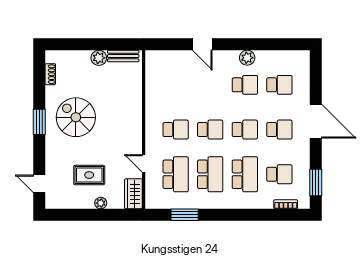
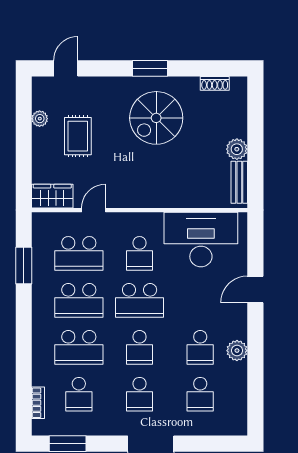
desk: (165, 84) -> (201, 240), added
spiral stairs: (76, 117) -> (156, 118), turned 180
school desk: (210, 130) -> (140, 300), width x1.85
plant: (101, 203) -> (40, 119), moved

